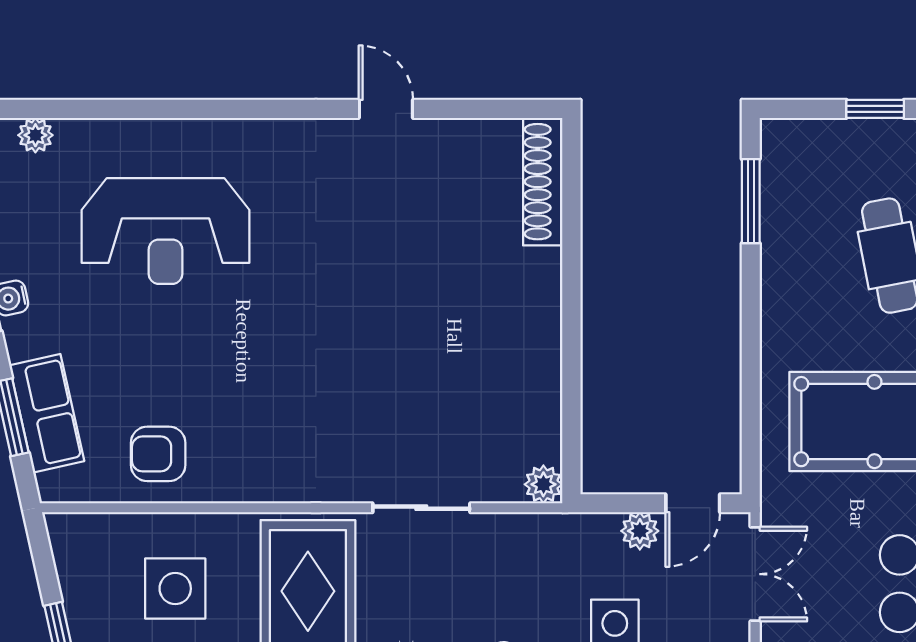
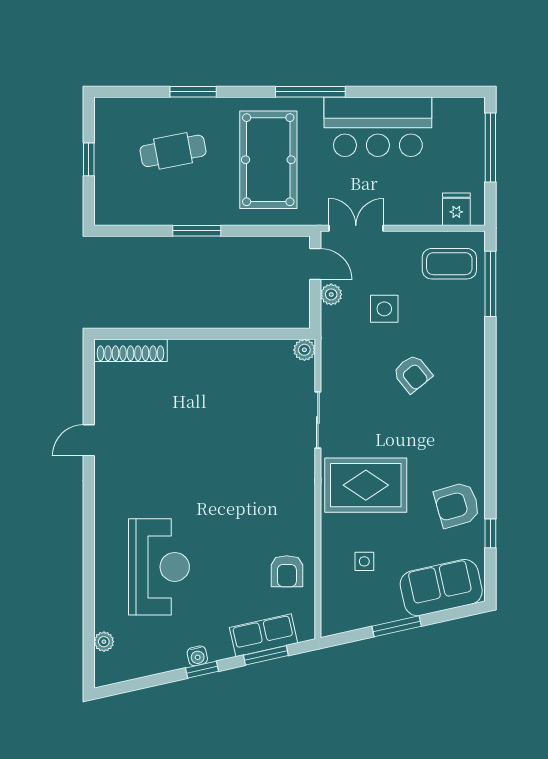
window: (751, 201) -> (197, 231), moved
side table: (175, 589) -> (364, 561), width x0.54, depth x0.54

